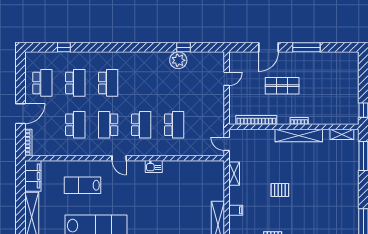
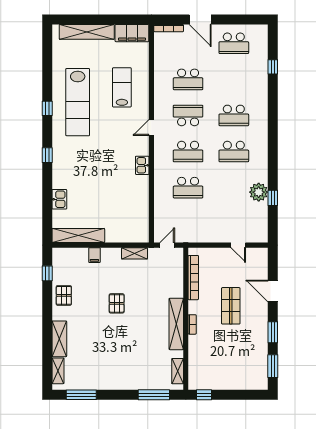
window: (306, 47) -> (273, 332), width x0.69
window: (337, 47) -> (273, 366), added
school desk: (75, 83) -> (234, 152), moved

